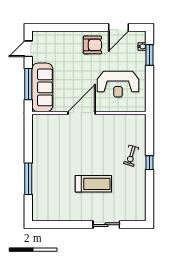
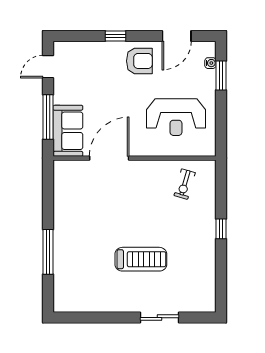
window: (76, 27) -> (115, 36), added
sofa: (42, 87) -> (68, 131), width x0.73
door: (82, 113) -> (109, 158), moved
exercise bike: (131, 156) -> (185, 184), moved

